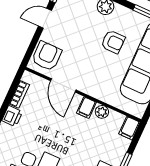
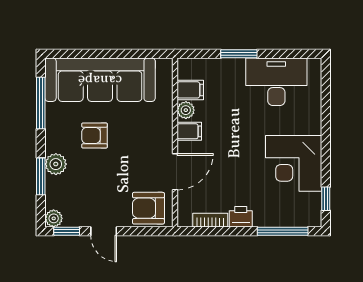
armchair: (113, 42) -> (94, 135), turned -90
filing cabinet: (129, 128) -> (190, 90), moved

